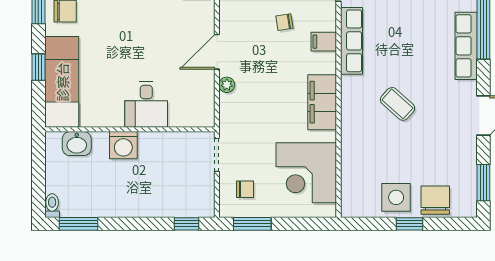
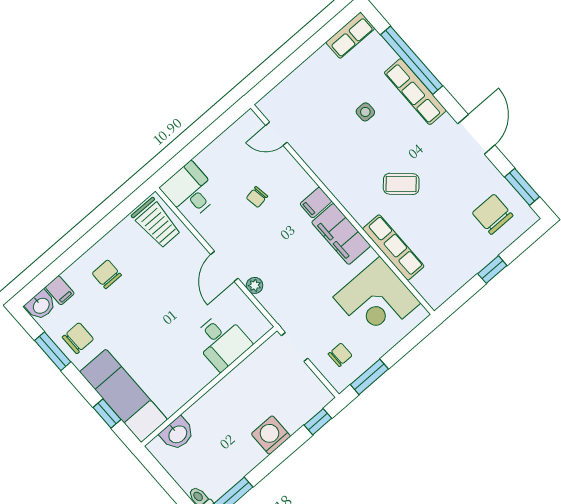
row of seats: (351, 41) -> (393, 247), moved
filing cabinet: (324, 42) -> (316, 203), moved
window: (38, 67) -> (107, 414), moved
desk: (146, 104) -> (222, 341), moved
washing machine: (123, 145) -> (271, 435), moved, turned 180
side table: (396, 197) -> (365, 112), moved, width x0.54, depth x0.54
chair: (435, 200) -> (493, 214), moved

